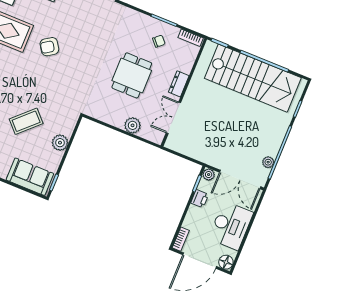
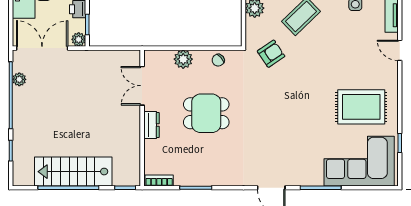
chair: (159, 41) -> (218, 60), moved
armchair: (49, 47) -> (271, 54), moved
dining table: (132, 75) -> (206, 113), turned 90
stairs: (253, 78) -> (73, 172), width x0.73, depth x0.66
double door: (173, 118) -> (142, 86), swing flipped

